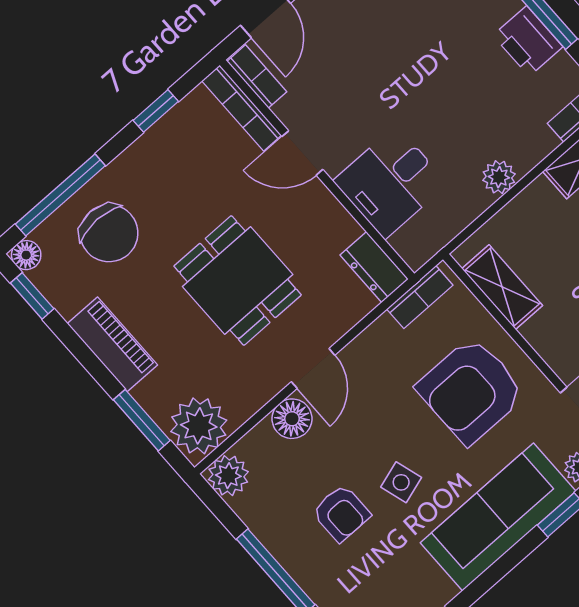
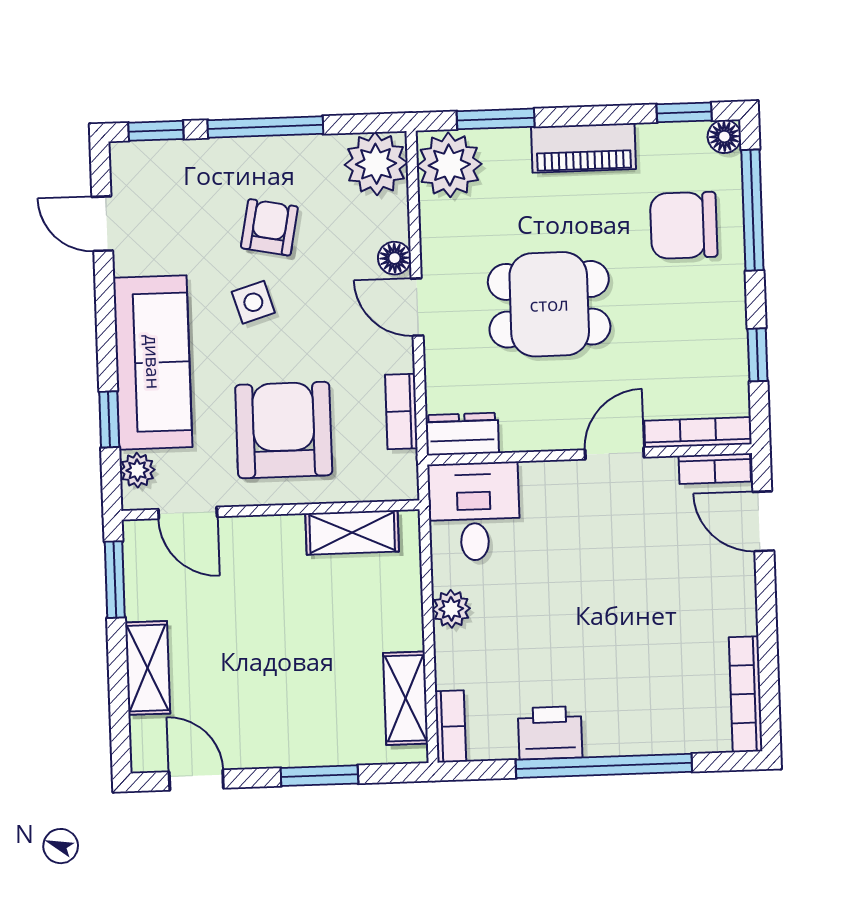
desk: (390, 182) -> (474, 512), moved
bookcase: (420, 297) -> (401, 412), moved
floor lamp: (292, 419) -> (395, 258), width x0.73, depth x0.73
plant: (228, 476) -> (376, 164), width x1.36, depth x1.36
armchair: (341, 513) -> (269, 227), turned 101

